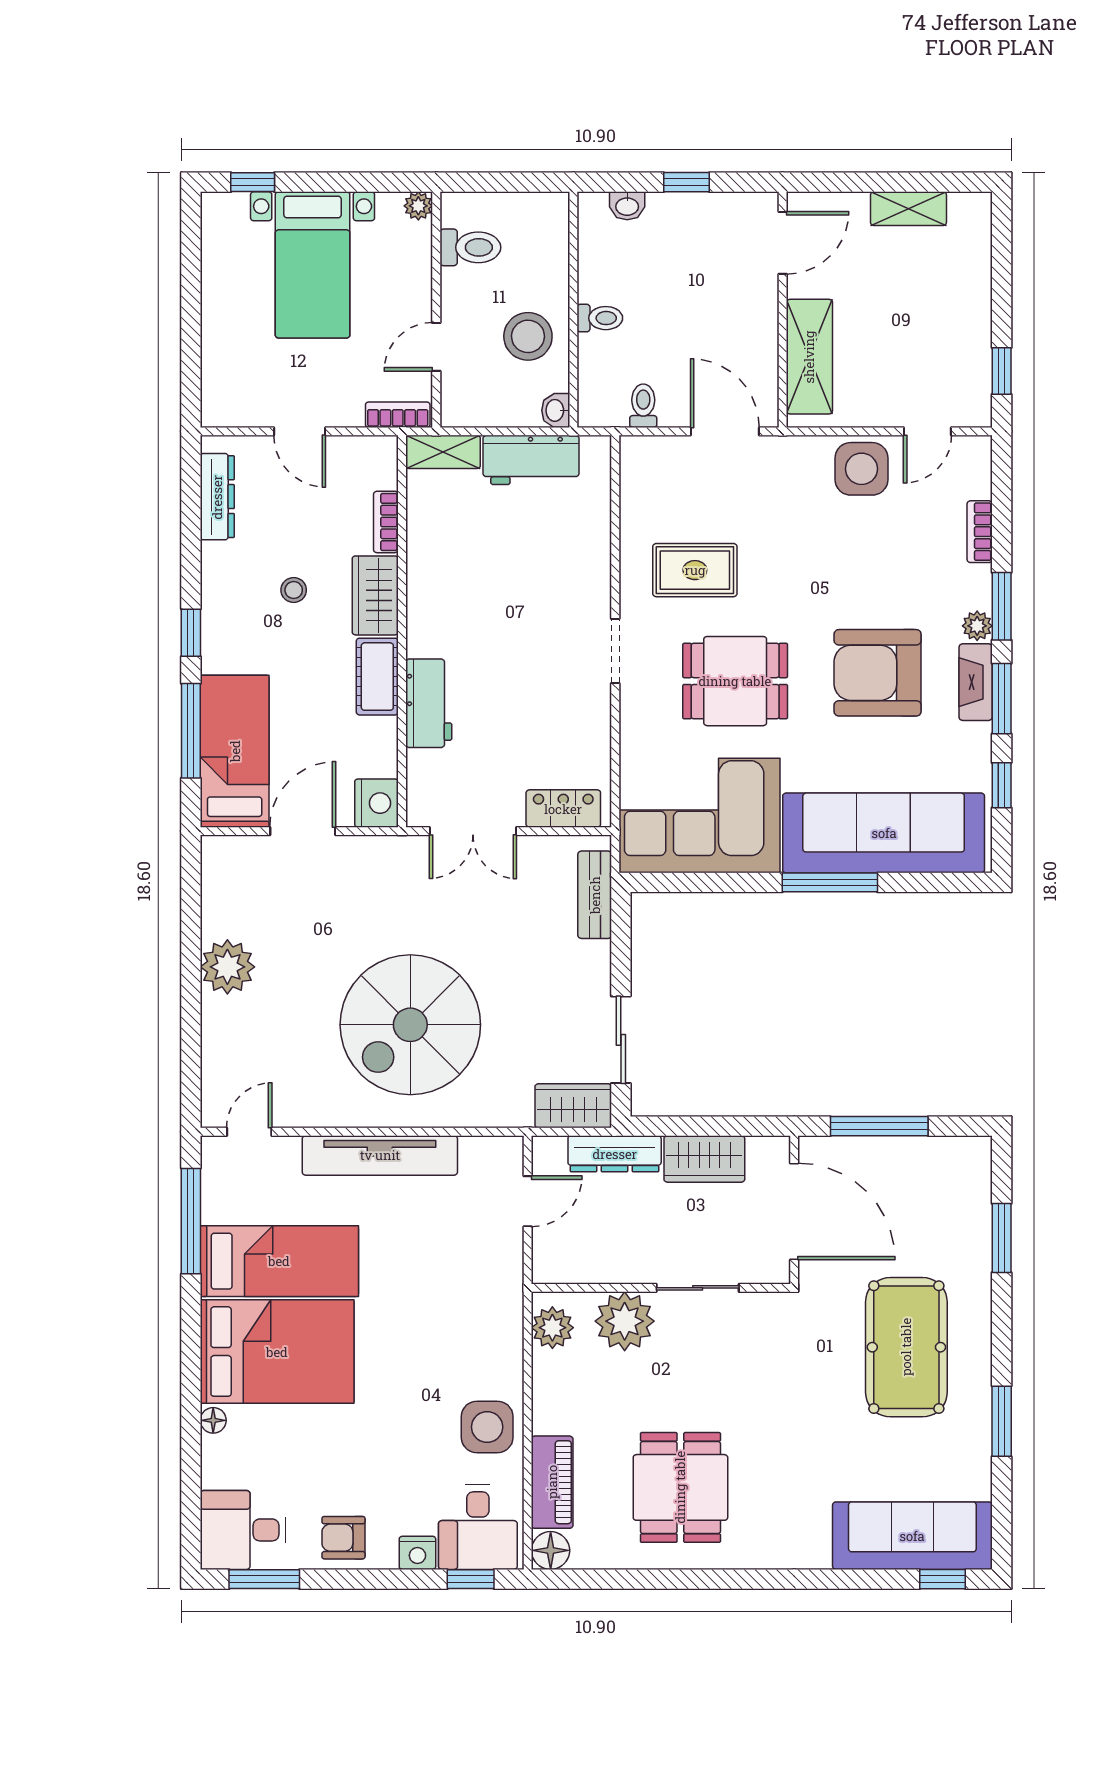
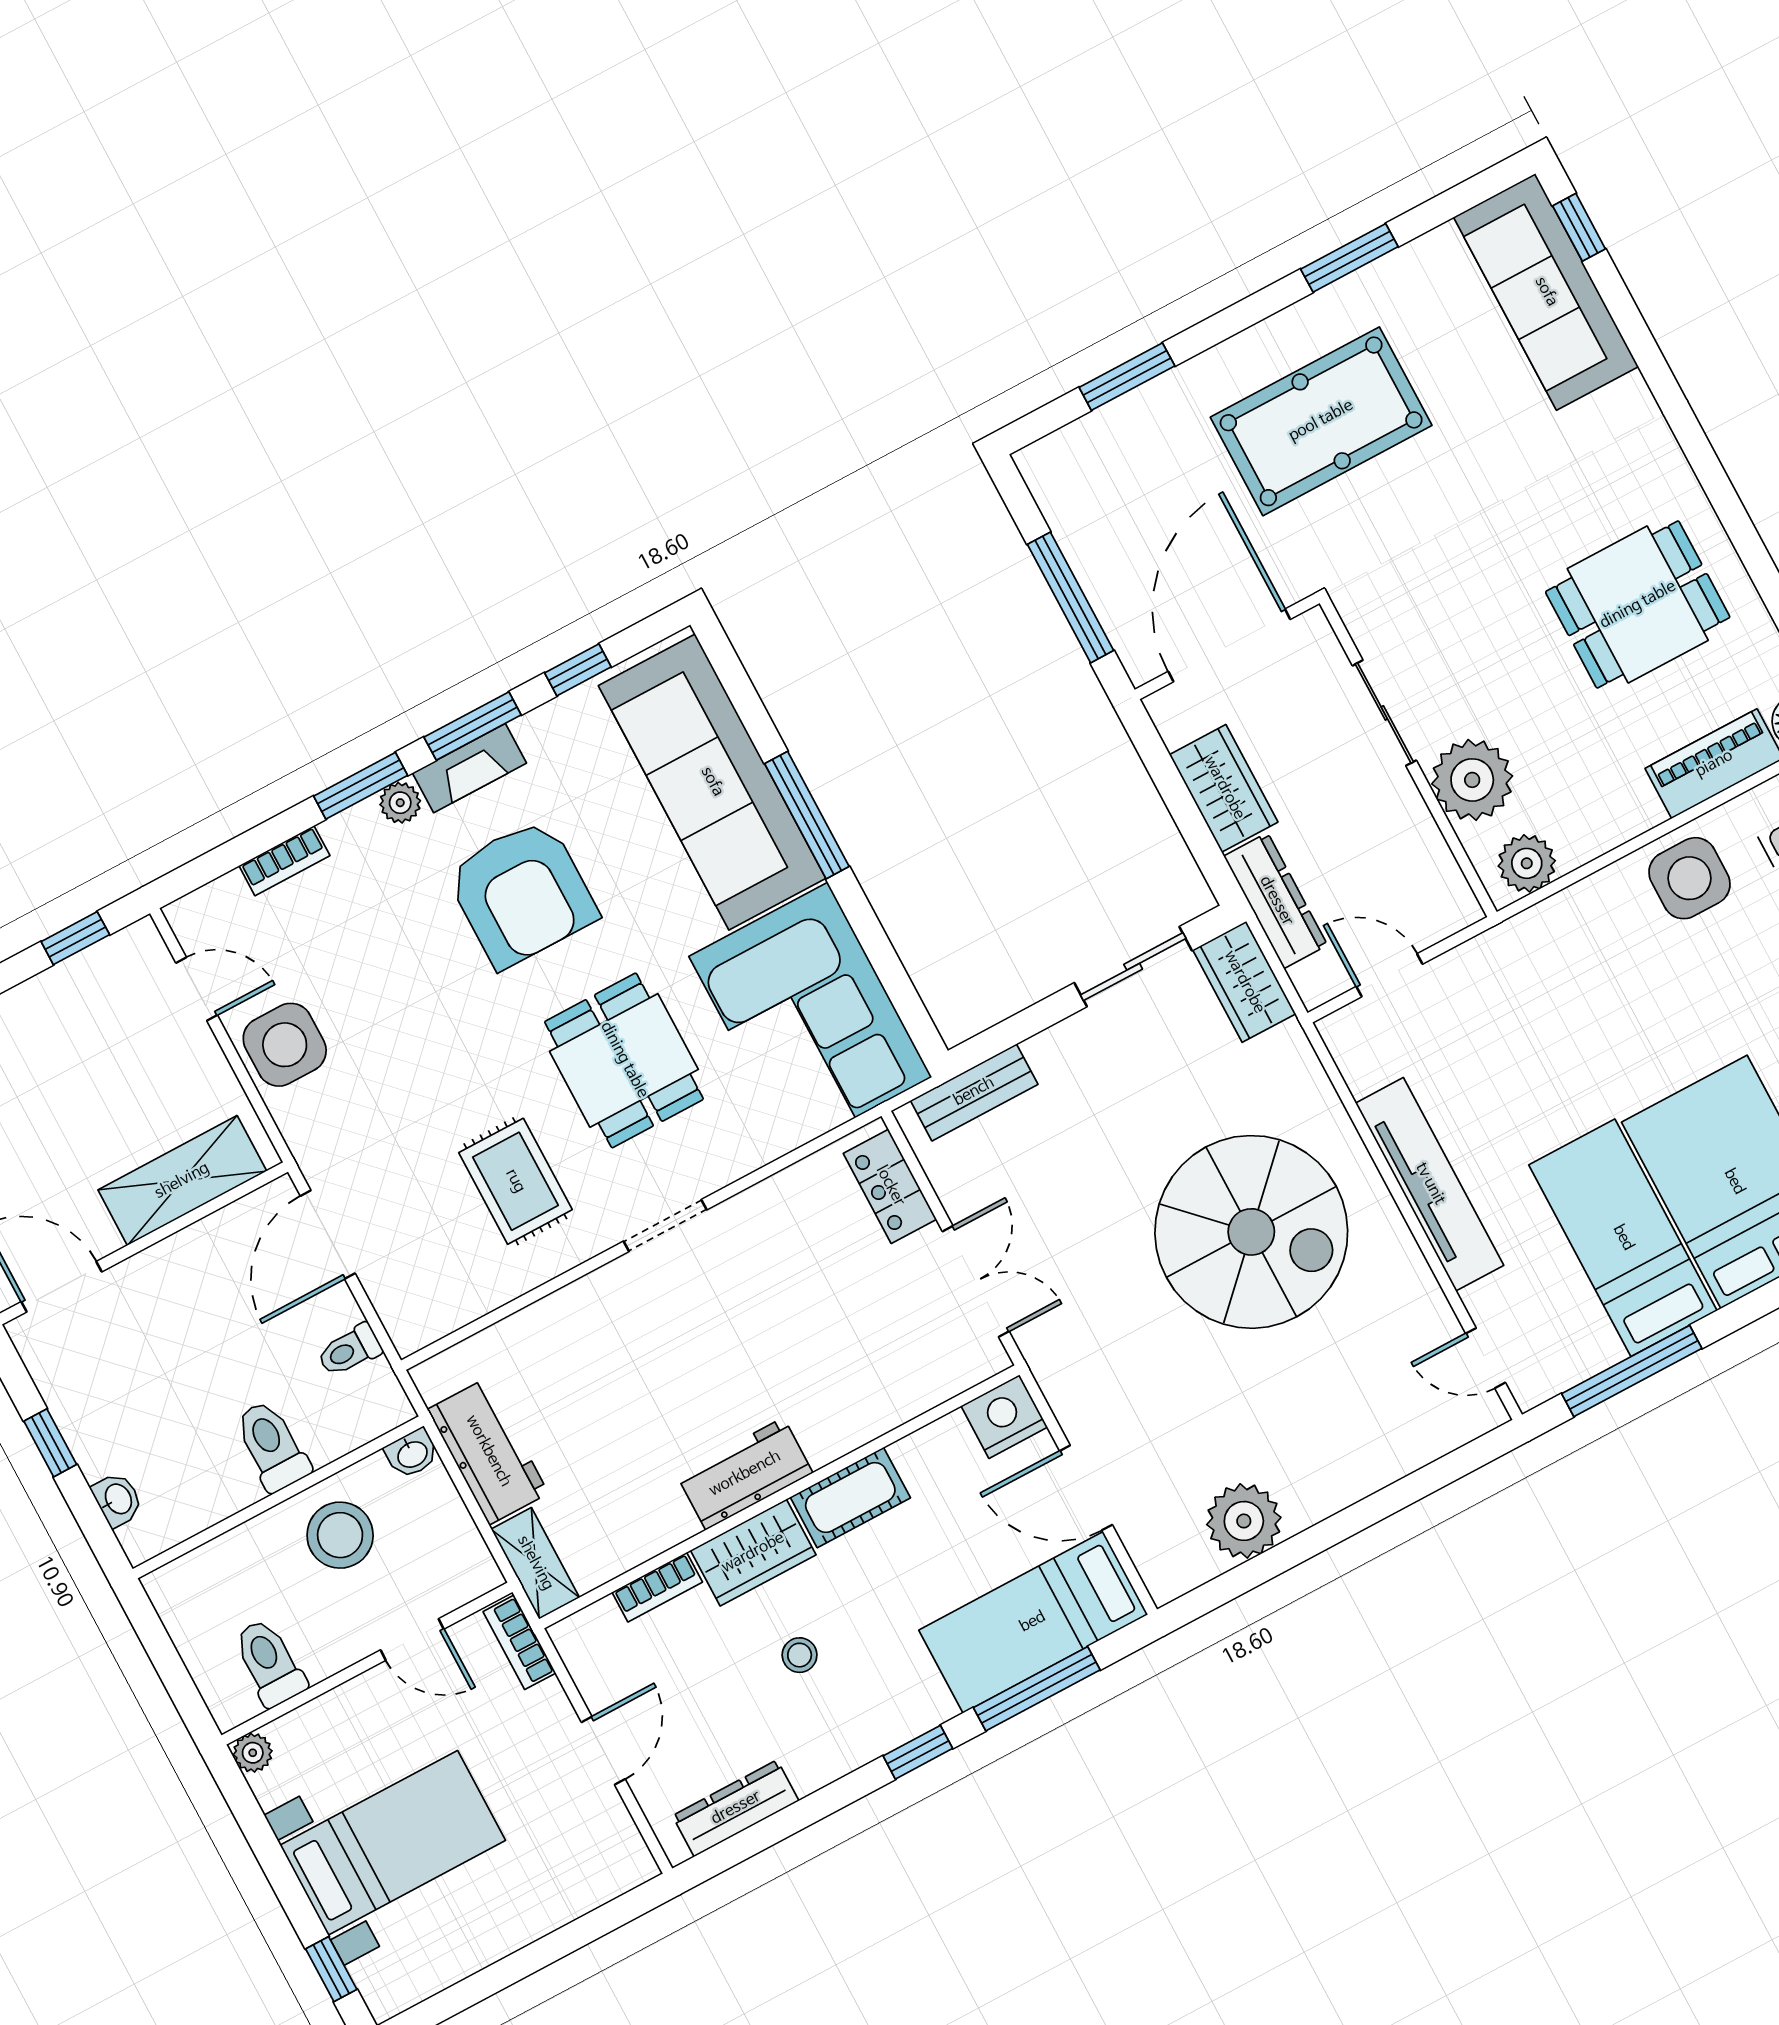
toilet: (600, 318) -> (272, 1446), width x1.37, depth x1.39
workbench: (429, 703) -> (745, 1474), moved
plant: (227, 967) -> (1244, 1521), moved

